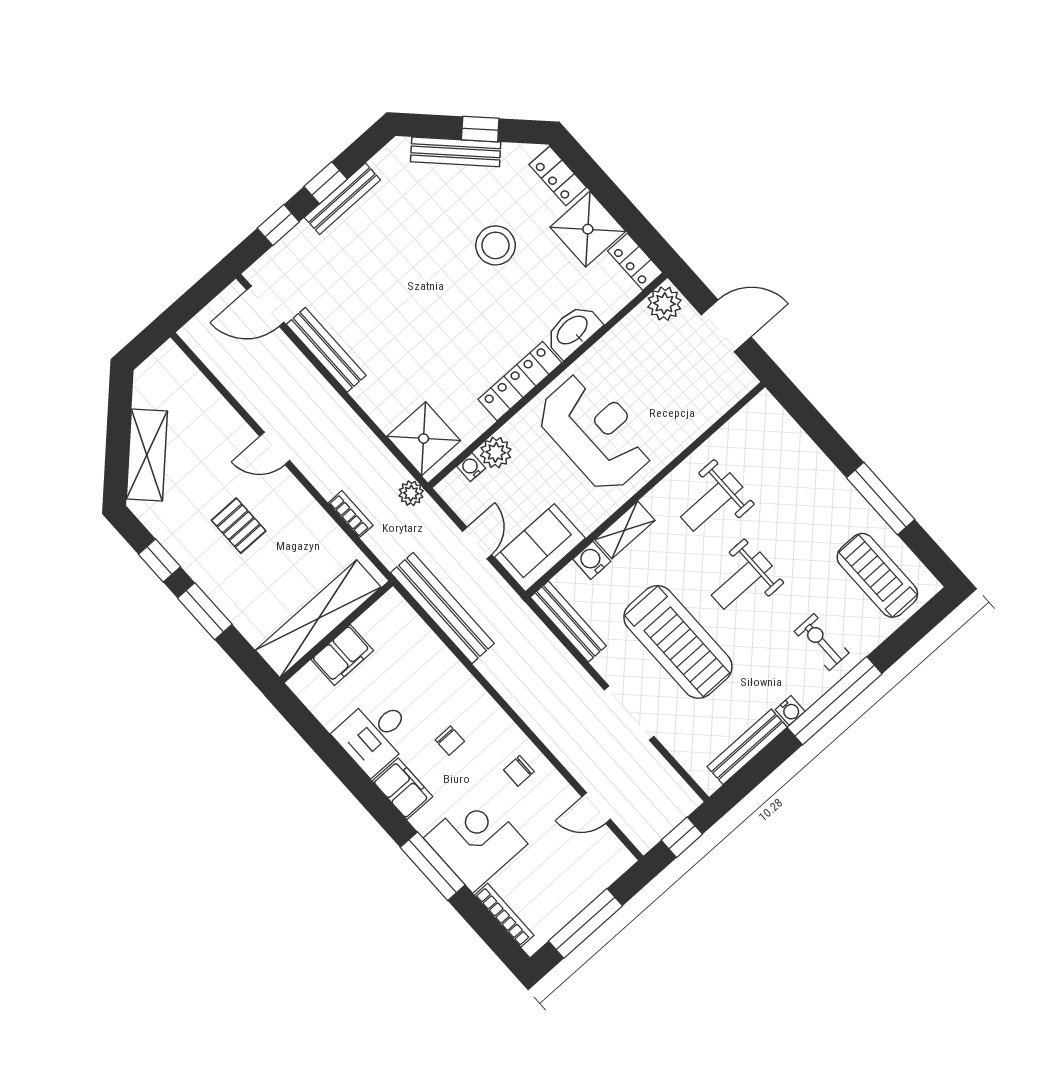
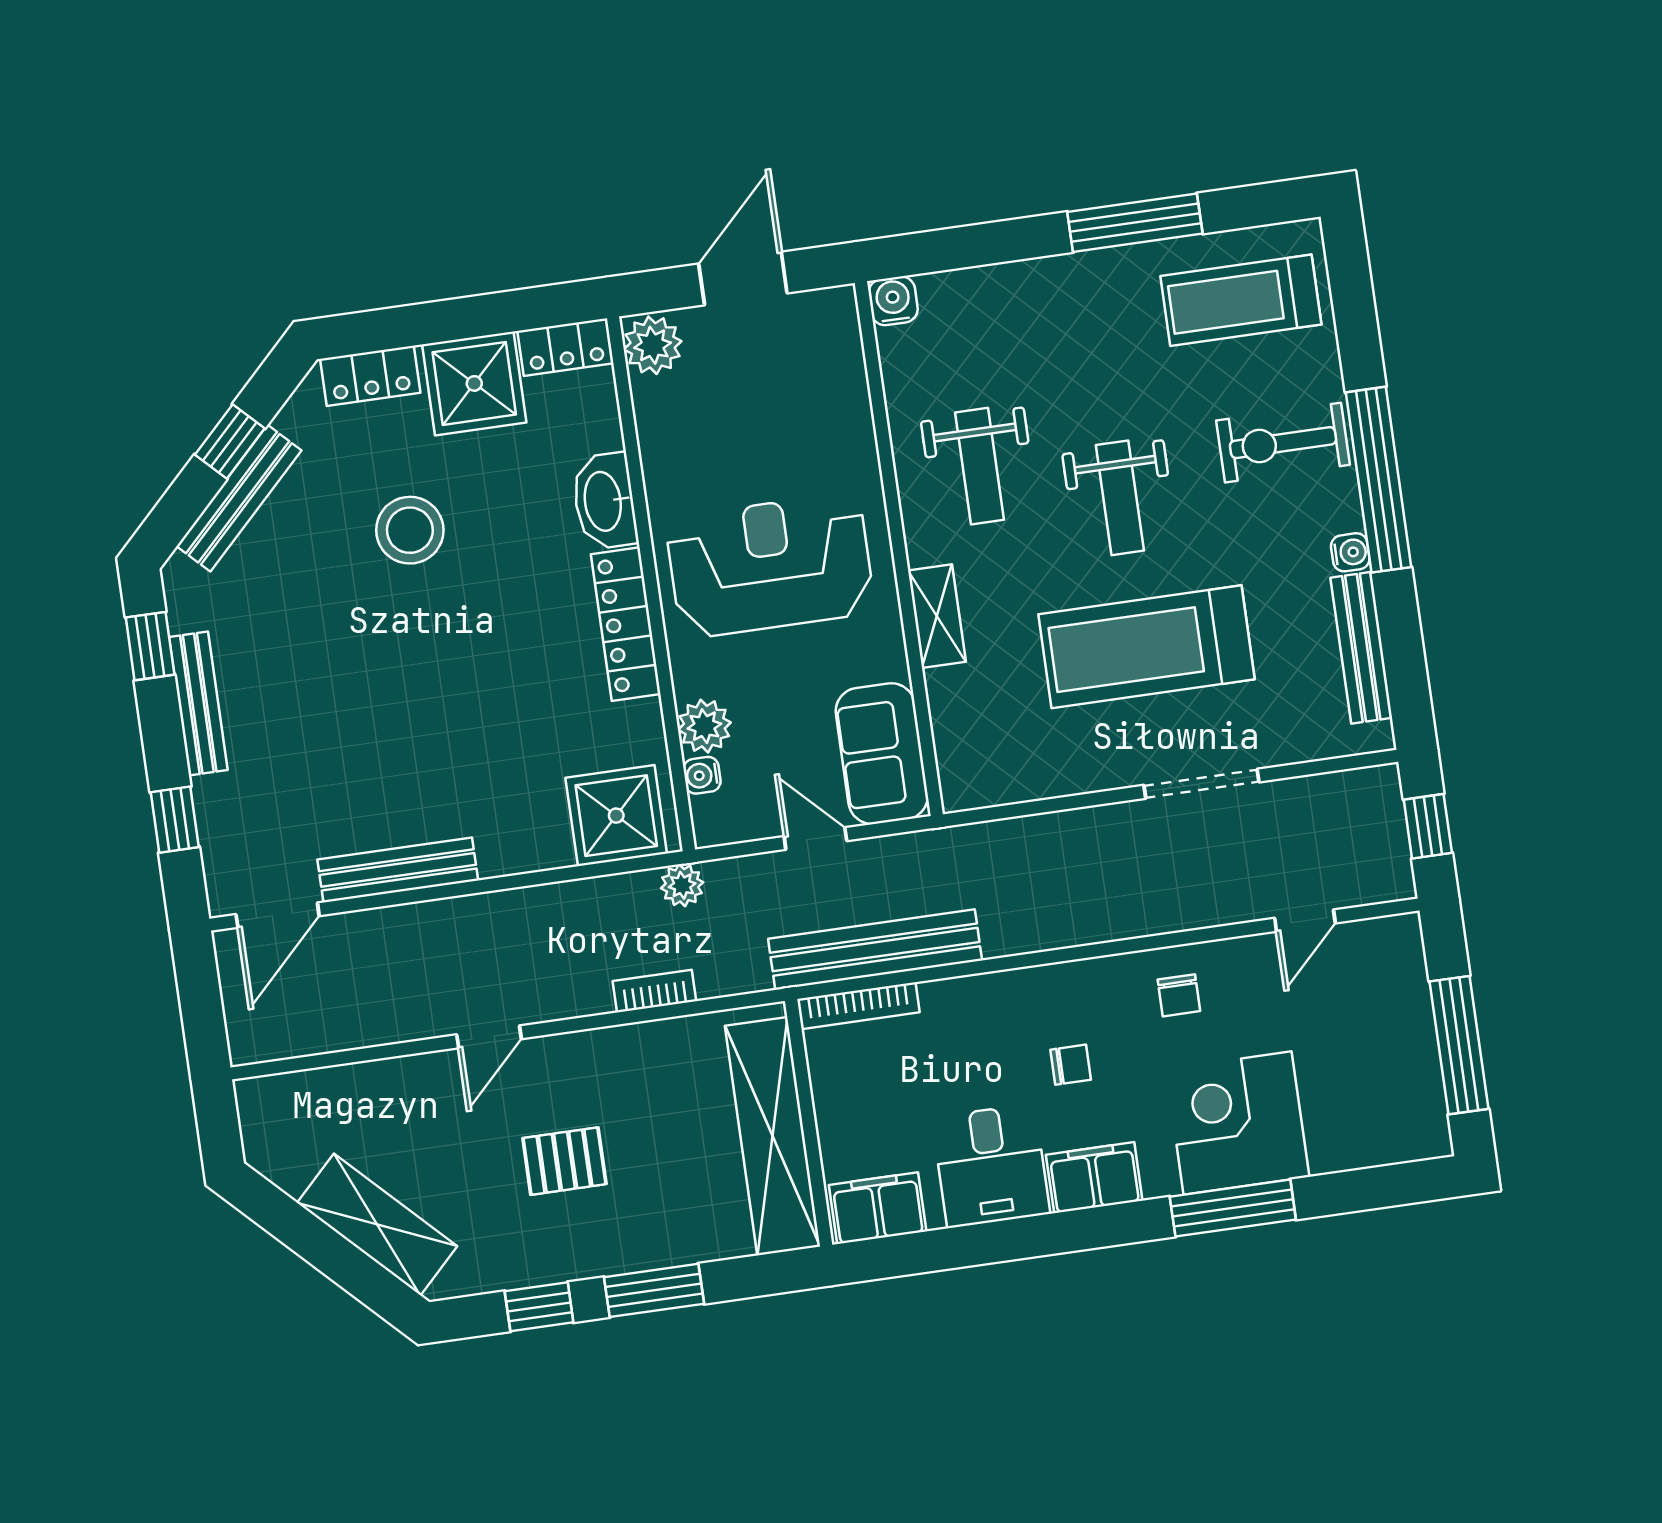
window: (326, 183) -> (150, 646), moved
water cooler: (592, 560) -> (893, 301), moved, turned 90
bench: (568, 621) -> (1013, 783), removed
treadmill: (678, 642) -> (1147, 647), turned 180
exercise bike: (822, 642) -> (1283, 443), width x1.38, depth x1.39
filing cabinet: (342, 655) -> (878, 1208), moved, turned -90
bookcase: (504, 915) -> (858, 1006), moved, turned 180

